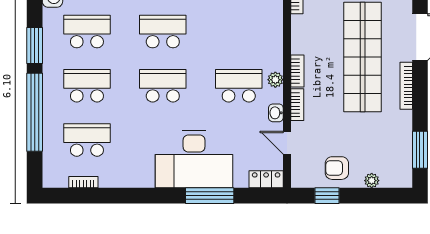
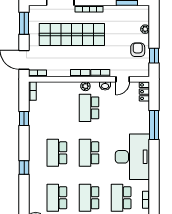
desk: (194, 159) -> (132, 157), moved
armchair: (337, 168) -> (138, 50), turned 180

